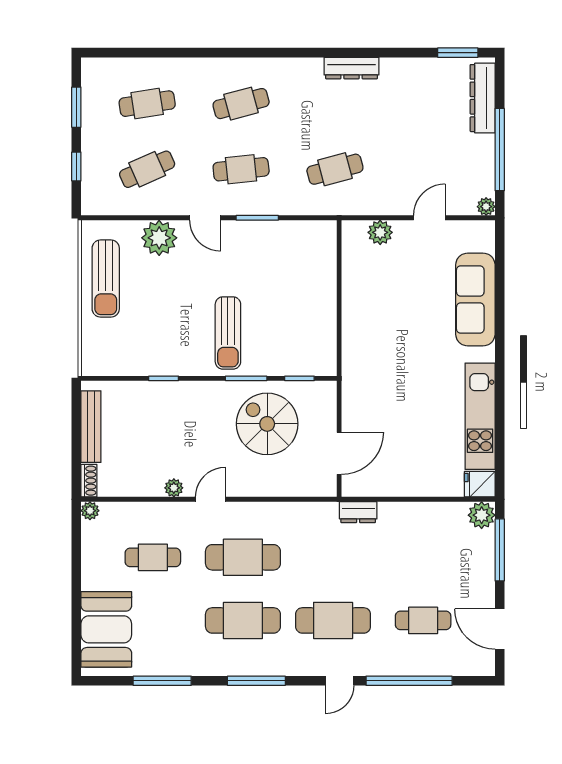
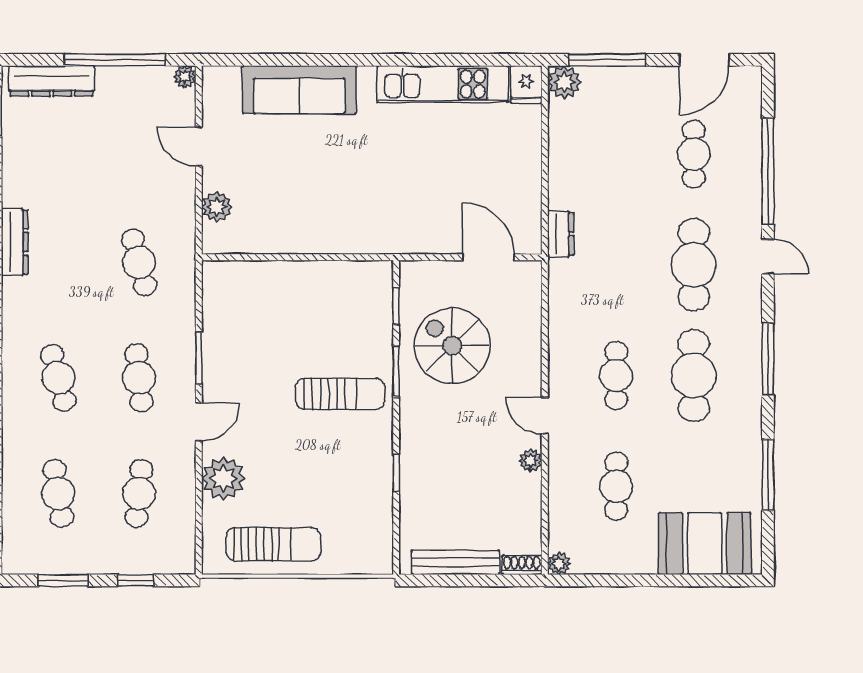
cafe table: (147, 169) -> (139, 493), turned 30
spiral stairs: (267, 424) -> (452, 346), turned 90
cafe table: (243, 557) -> (616, 376), width x0.73, depth x0.74

